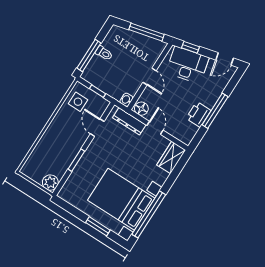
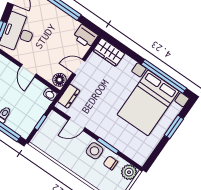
door: (150, 77) -> (28, 71), swing flipped
side table: (78, 102) -> (95, 151), moved
printer: (198, 114) -> (85, 36), moved
dresser: (129, 121) -> (69, 96), width x0.70
chair: (59, 163) -> (110, 163), added

